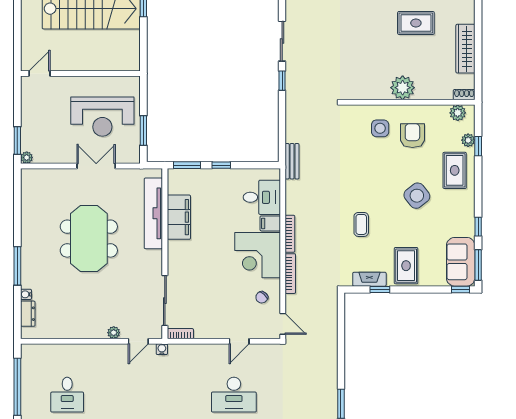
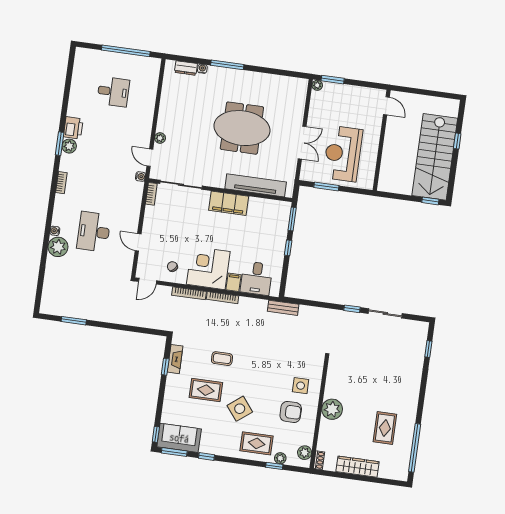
filing cabinet: (179, 217) -> (229, 203), moved
rug: (406, 266) -> (206, 390), moved
desk: (67, 395) -> (113, 92), turned 180

